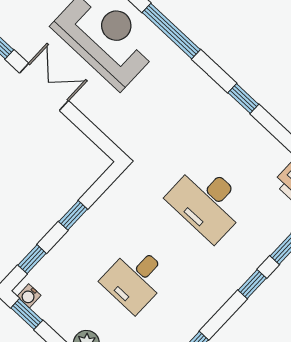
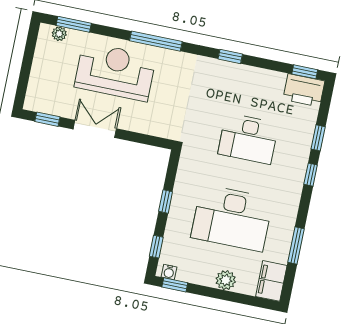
desk: (135, 279) -> (232, 218), width x1.87, depth x1.30

